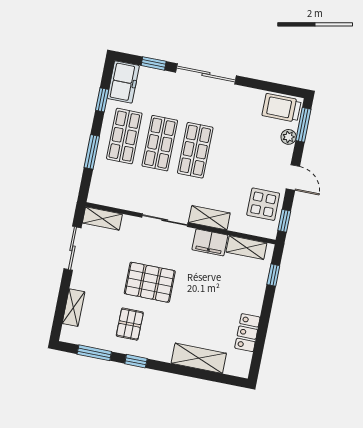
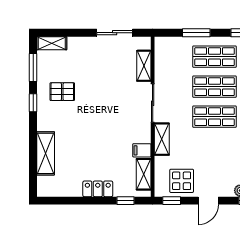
shelving: (102, 219) -> (144, 66), moved
filing cabinet: (210, 242) -> (142, 150), width x0.50
pallet: (150, 282) -> (100, 101), removed
shelving: (74, 308) -> (52, 43), moved
locker: (247, 333) -> (98, 189), moved

